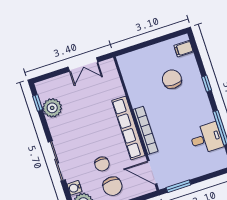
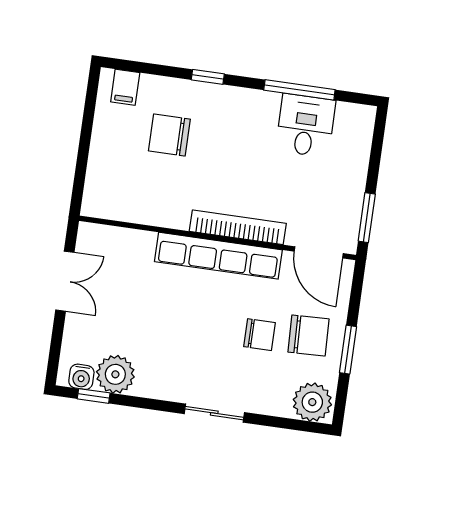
sliding door: (57, 161) -> (214, 413), width x0.73
door: (152, 172) -> (319, 252), hinge flipped
water cooler: (75, 188) -> (81, 377), moved

